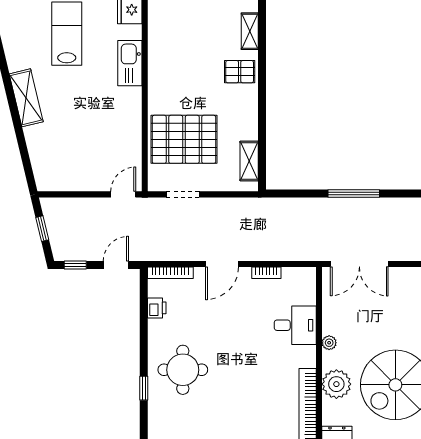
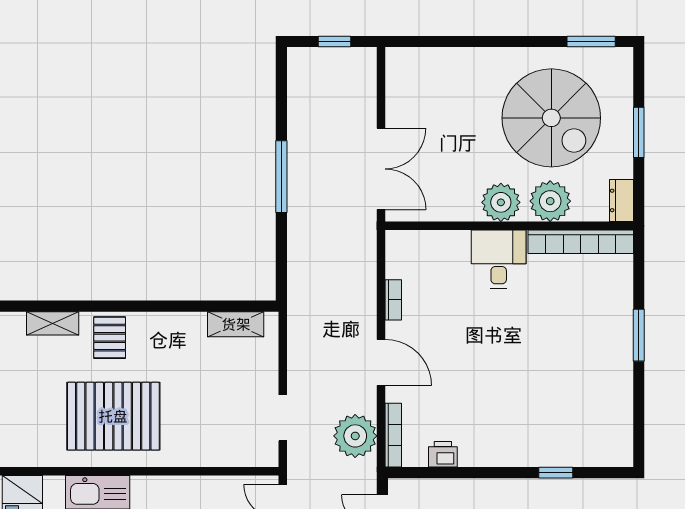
pallet: (184, 139) -> (113, 416), moved, turned 90
plant: (170, 246) -> (355, 436), added
desk: (295, 325) -> (499, 259), moved
plant: (329, 343) -> (501, 202), width x1.87, depth x1.87
round table: (183, 370) -> (530, 418), removed

